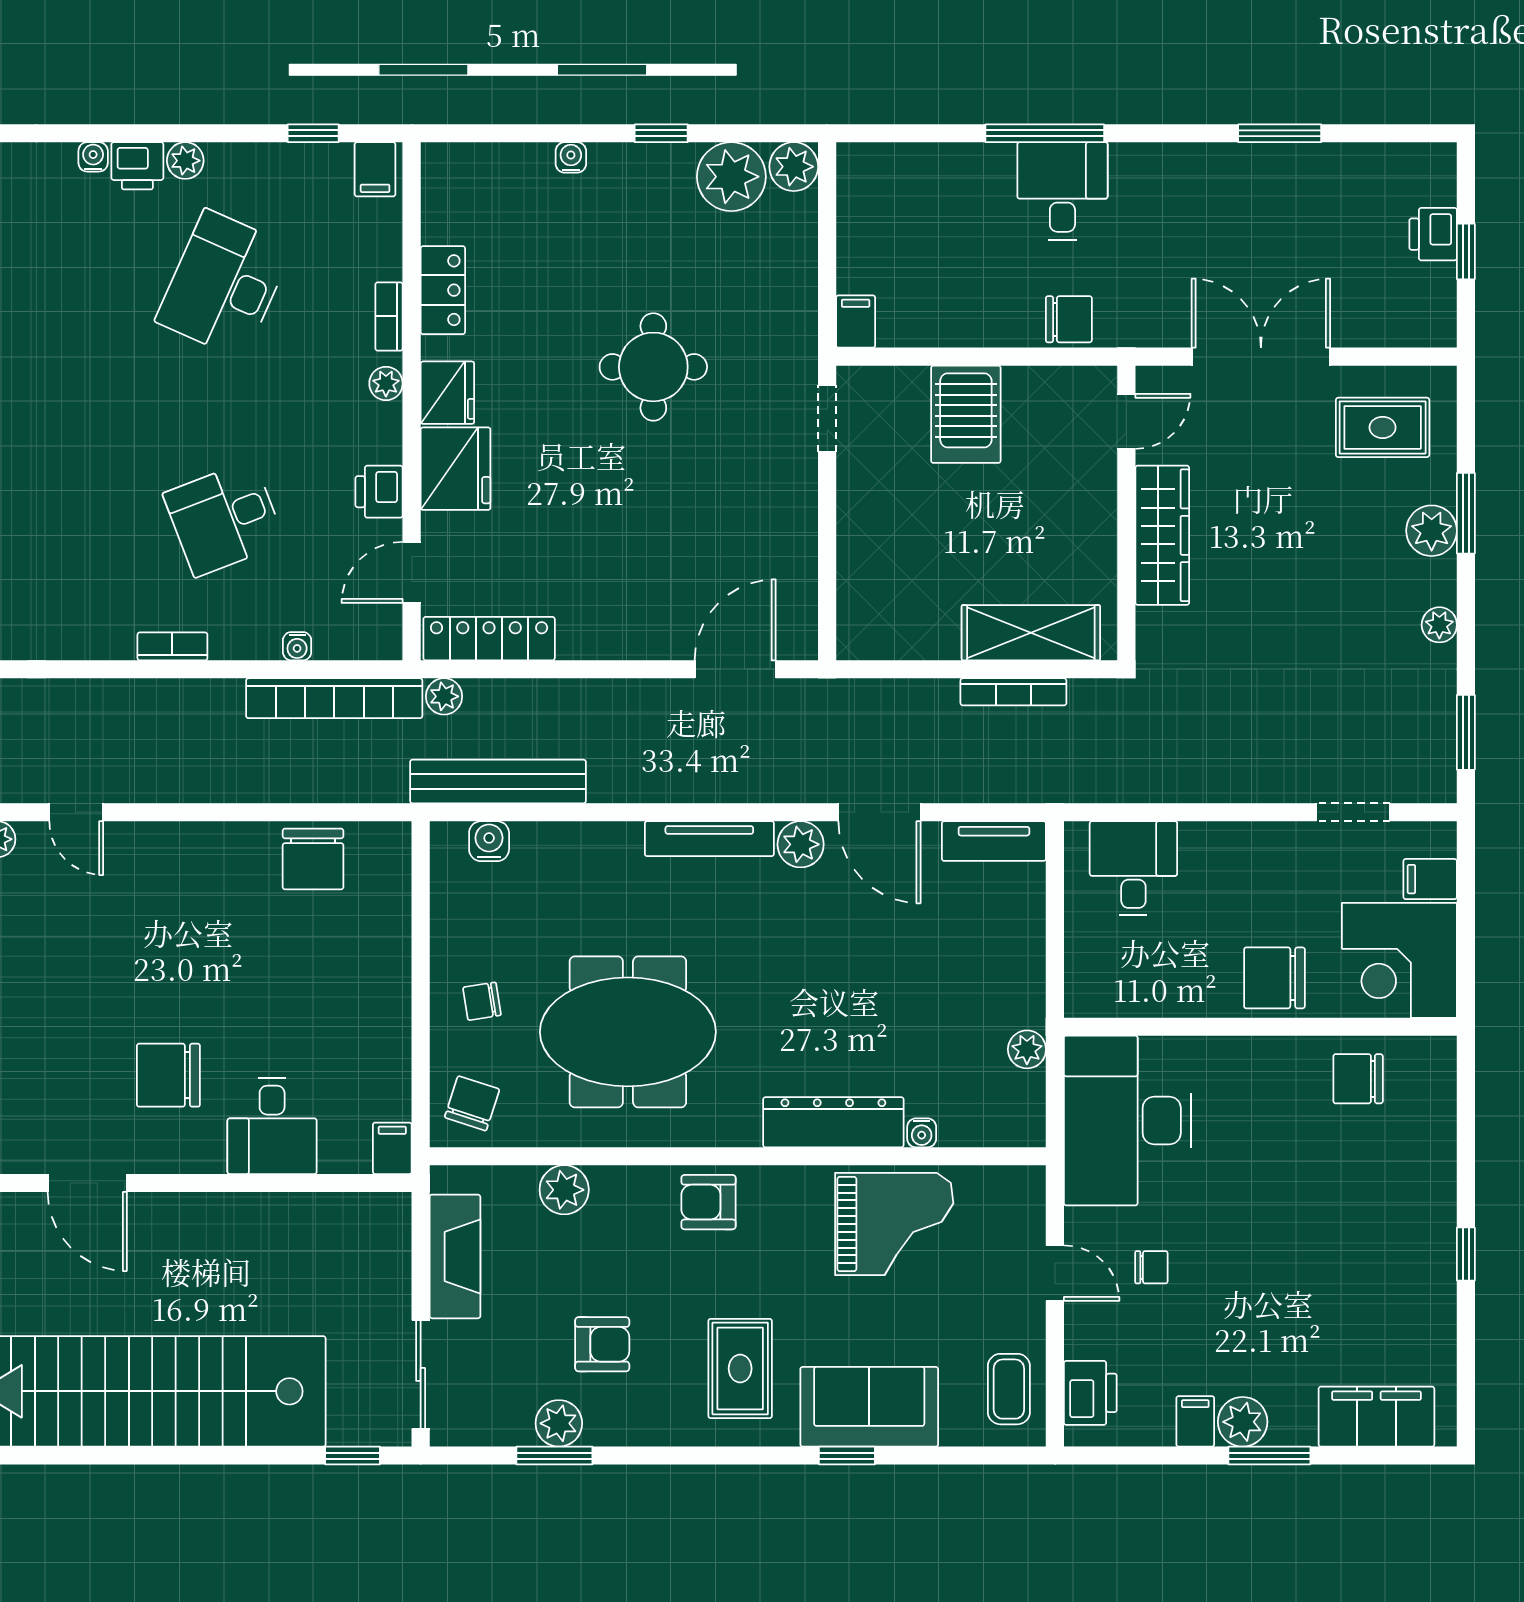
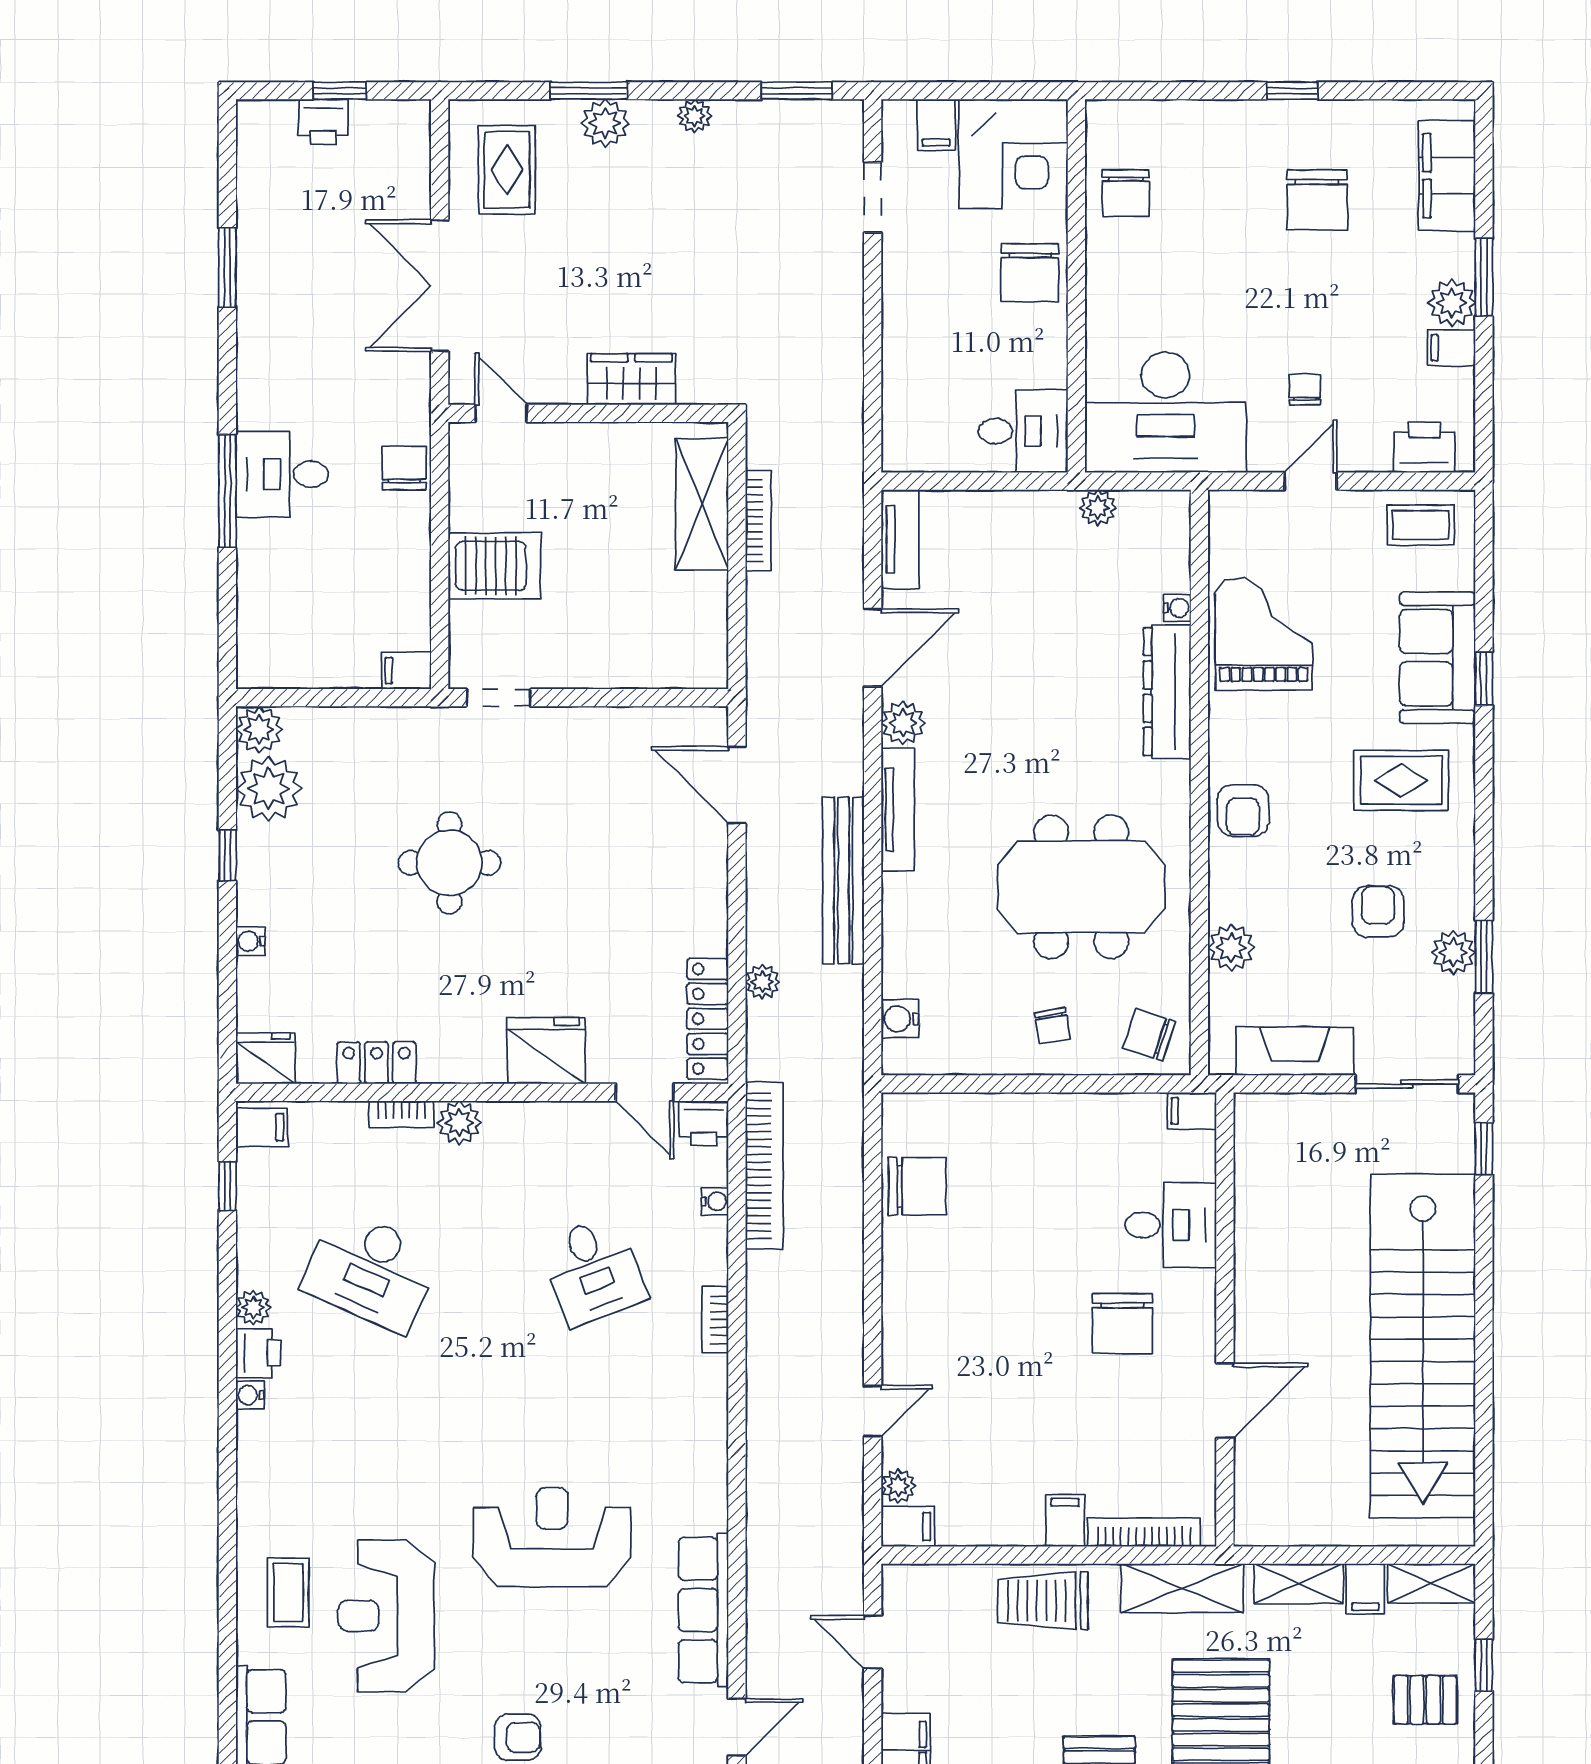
plant: (386, 384) -> (459, 1123), width x1.38, depth x1.38
fridge: (447, 393) -> (266, 1058), moved
printer: (379, 492) -> (704, 1123), moved
wardrobe: (1162, 535) -> (631, 379), width x0.67
plant: (444, 696) -> (763, 982), moved
bench: (498, 781) -> (843, 880), moved
desk: (1133, 868) -> (1023, 431), moved, turned 180
meeting table: (628, 1032) -> (1081, 887), turned 90
chair: (1351, 1280) -> (1317, 200), added

